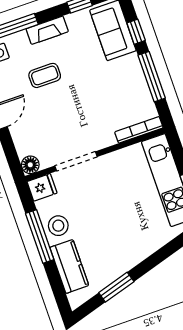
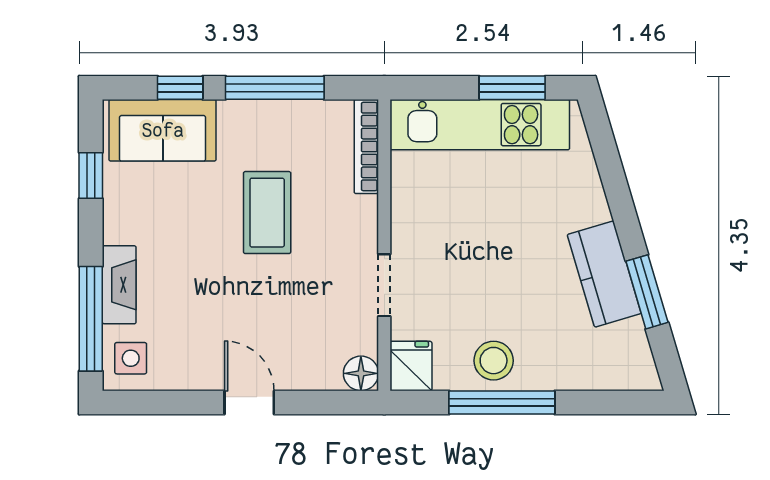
fireplace: (47, 30) -> (119, 285), moved
coffee table: (45, 75) -> (267, 213), moved, width x1.36, depth x1.30
doorway: (76, 161) -> (384, 285), width x0.73
kitchen counter: (69, 266) -> (604, 274), moved, turned -106

